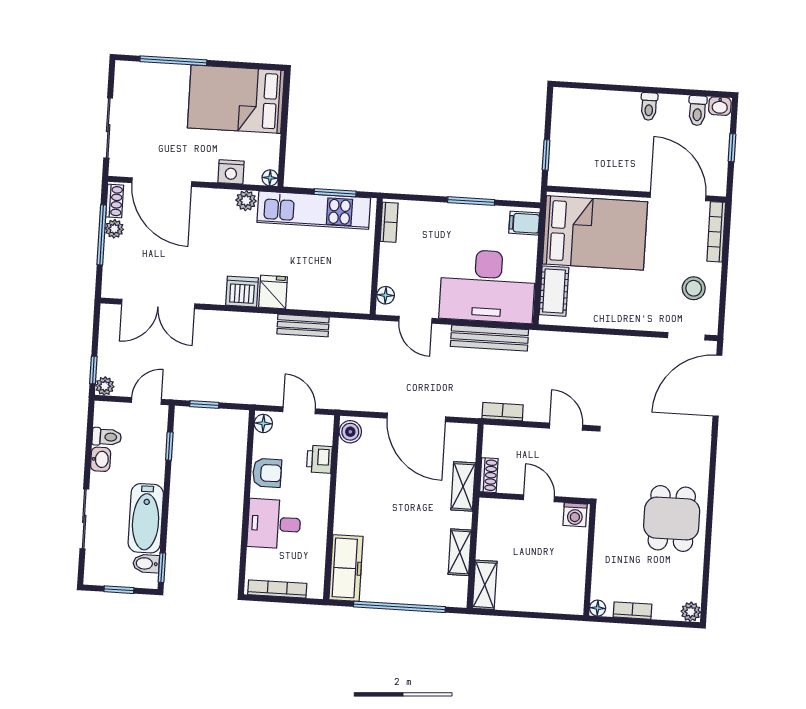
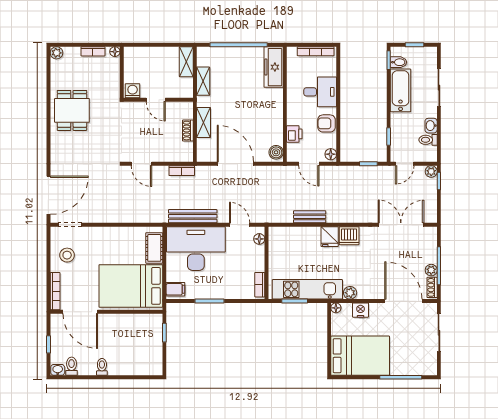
wall: (535, 498) -> (158, 100), moved
door: (539, 498) -> (156, 100), moved
washing machine: (575, 515) -> (133, 91), moved

